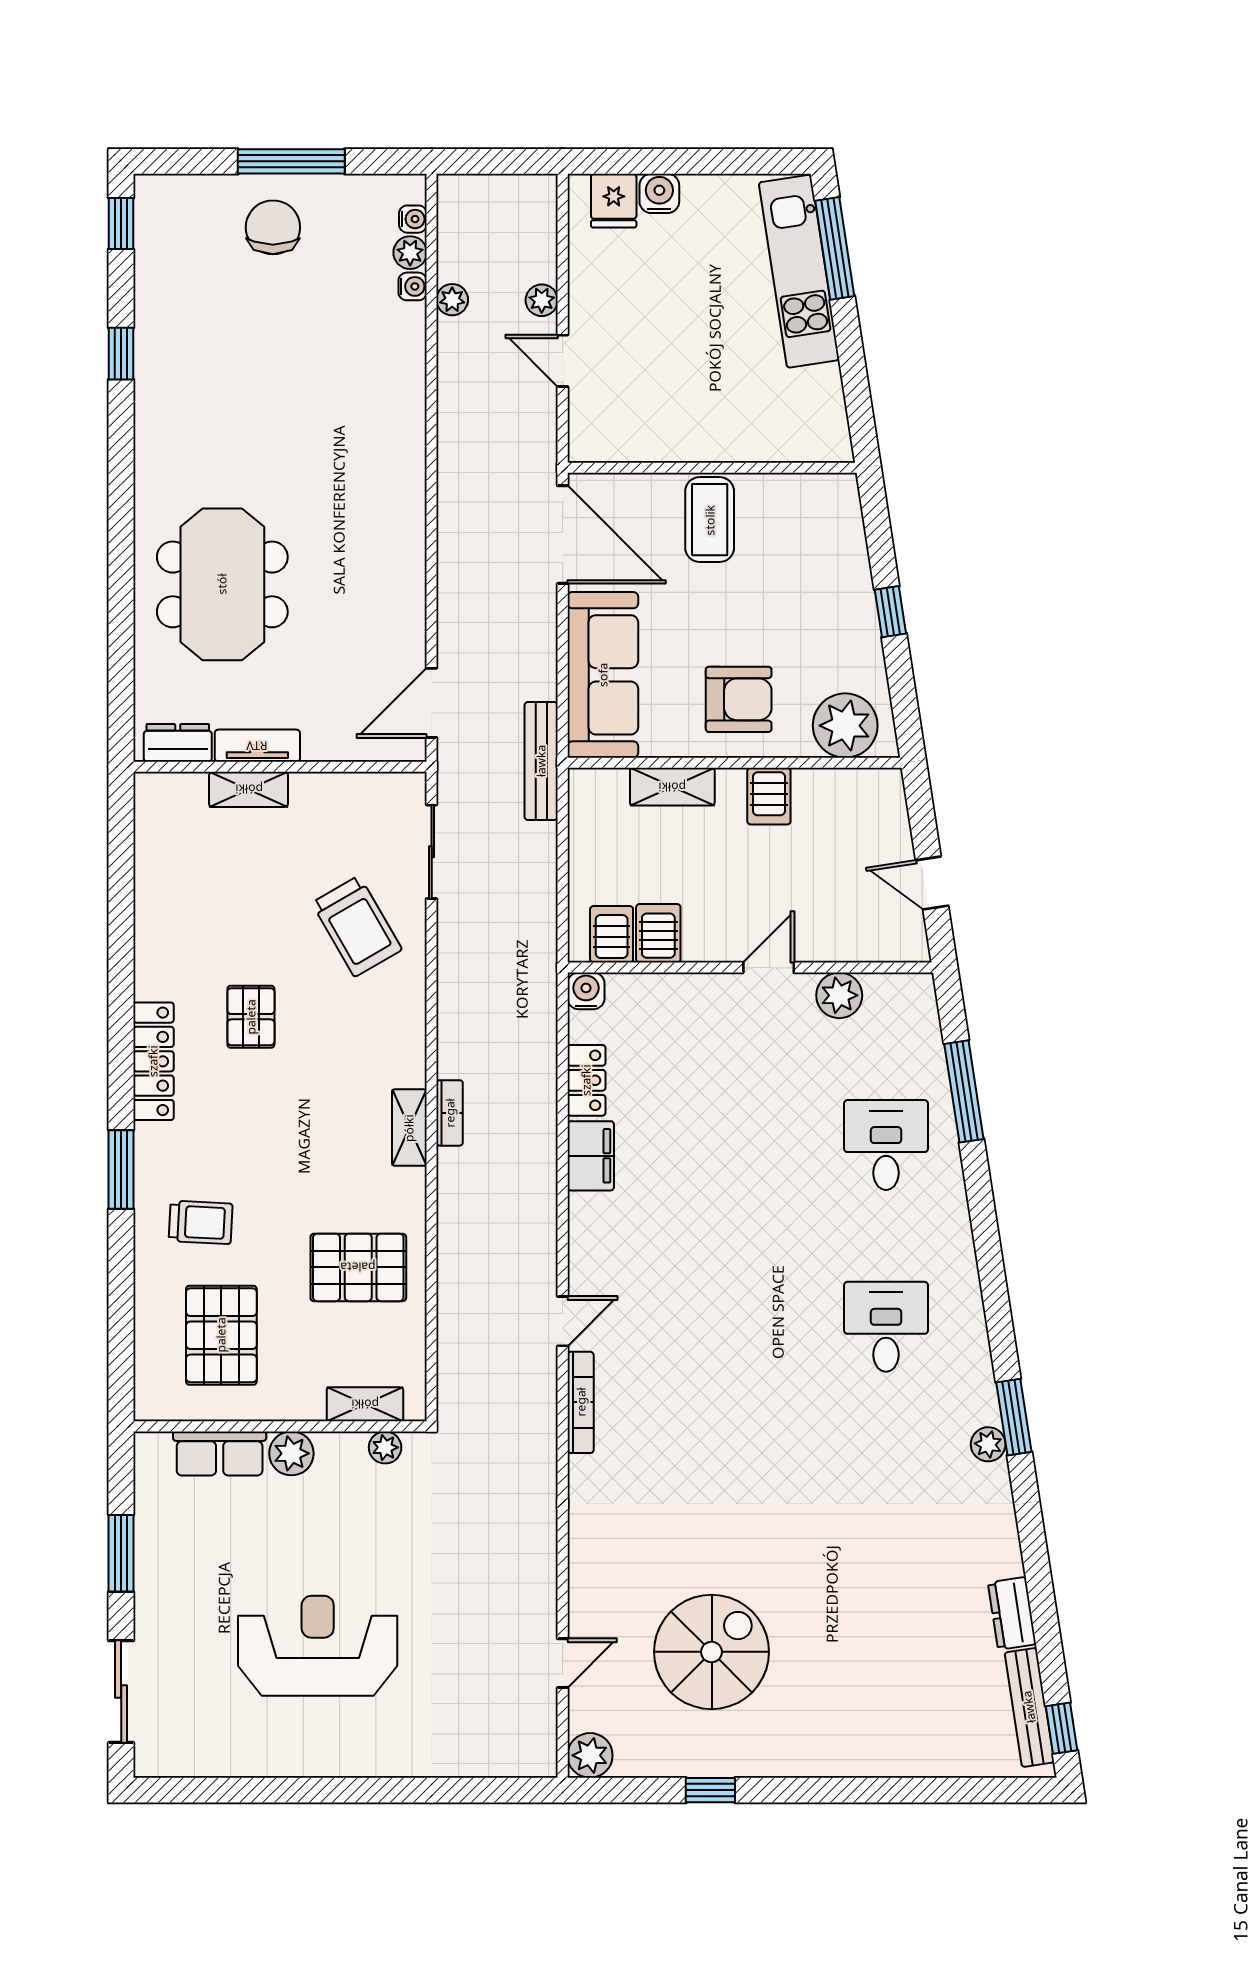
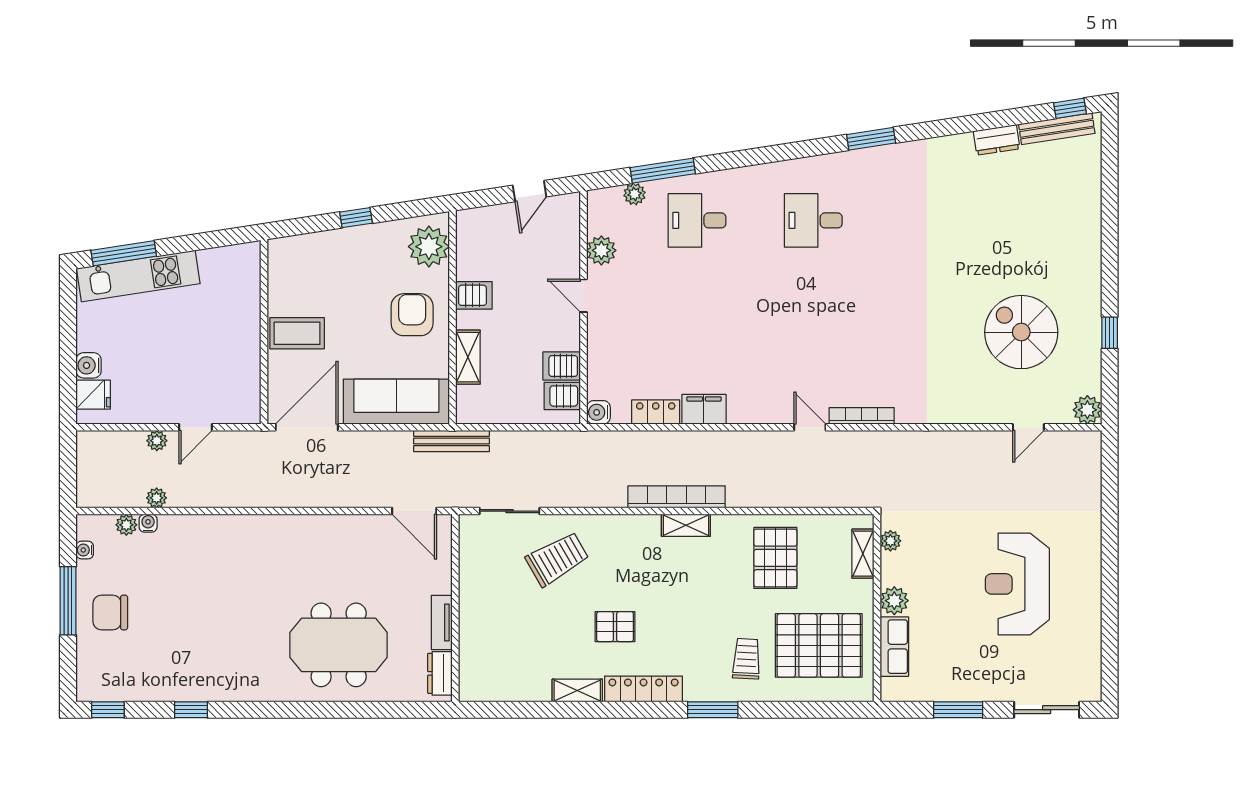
water cooler: (413, 219) -> (85, 550), moved, turned -90
shelving: (249, 789) -> (577, 690), moved, turned 90
bookcase: (450, 1113) -> (677, 497), width x2.31, depth x1.31
pallet: (221, 1335) -> (819, 645), width x1.37, depth x1.41
plant: (988, 1444) -> (635, 194), moved
door: (563, 1663) -> (1028, 427), swing flipped

